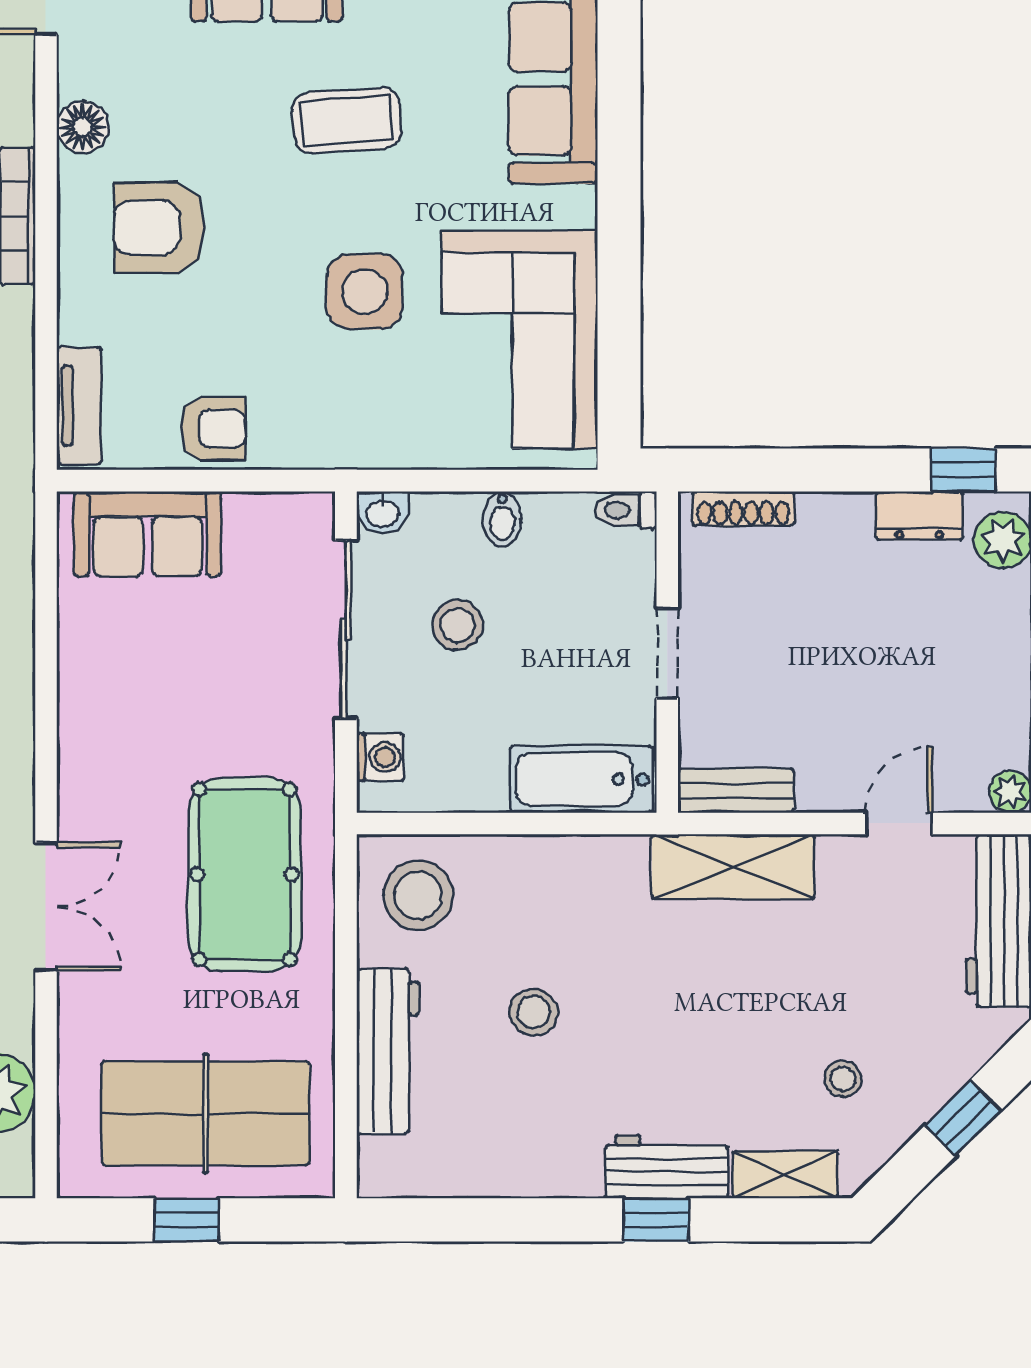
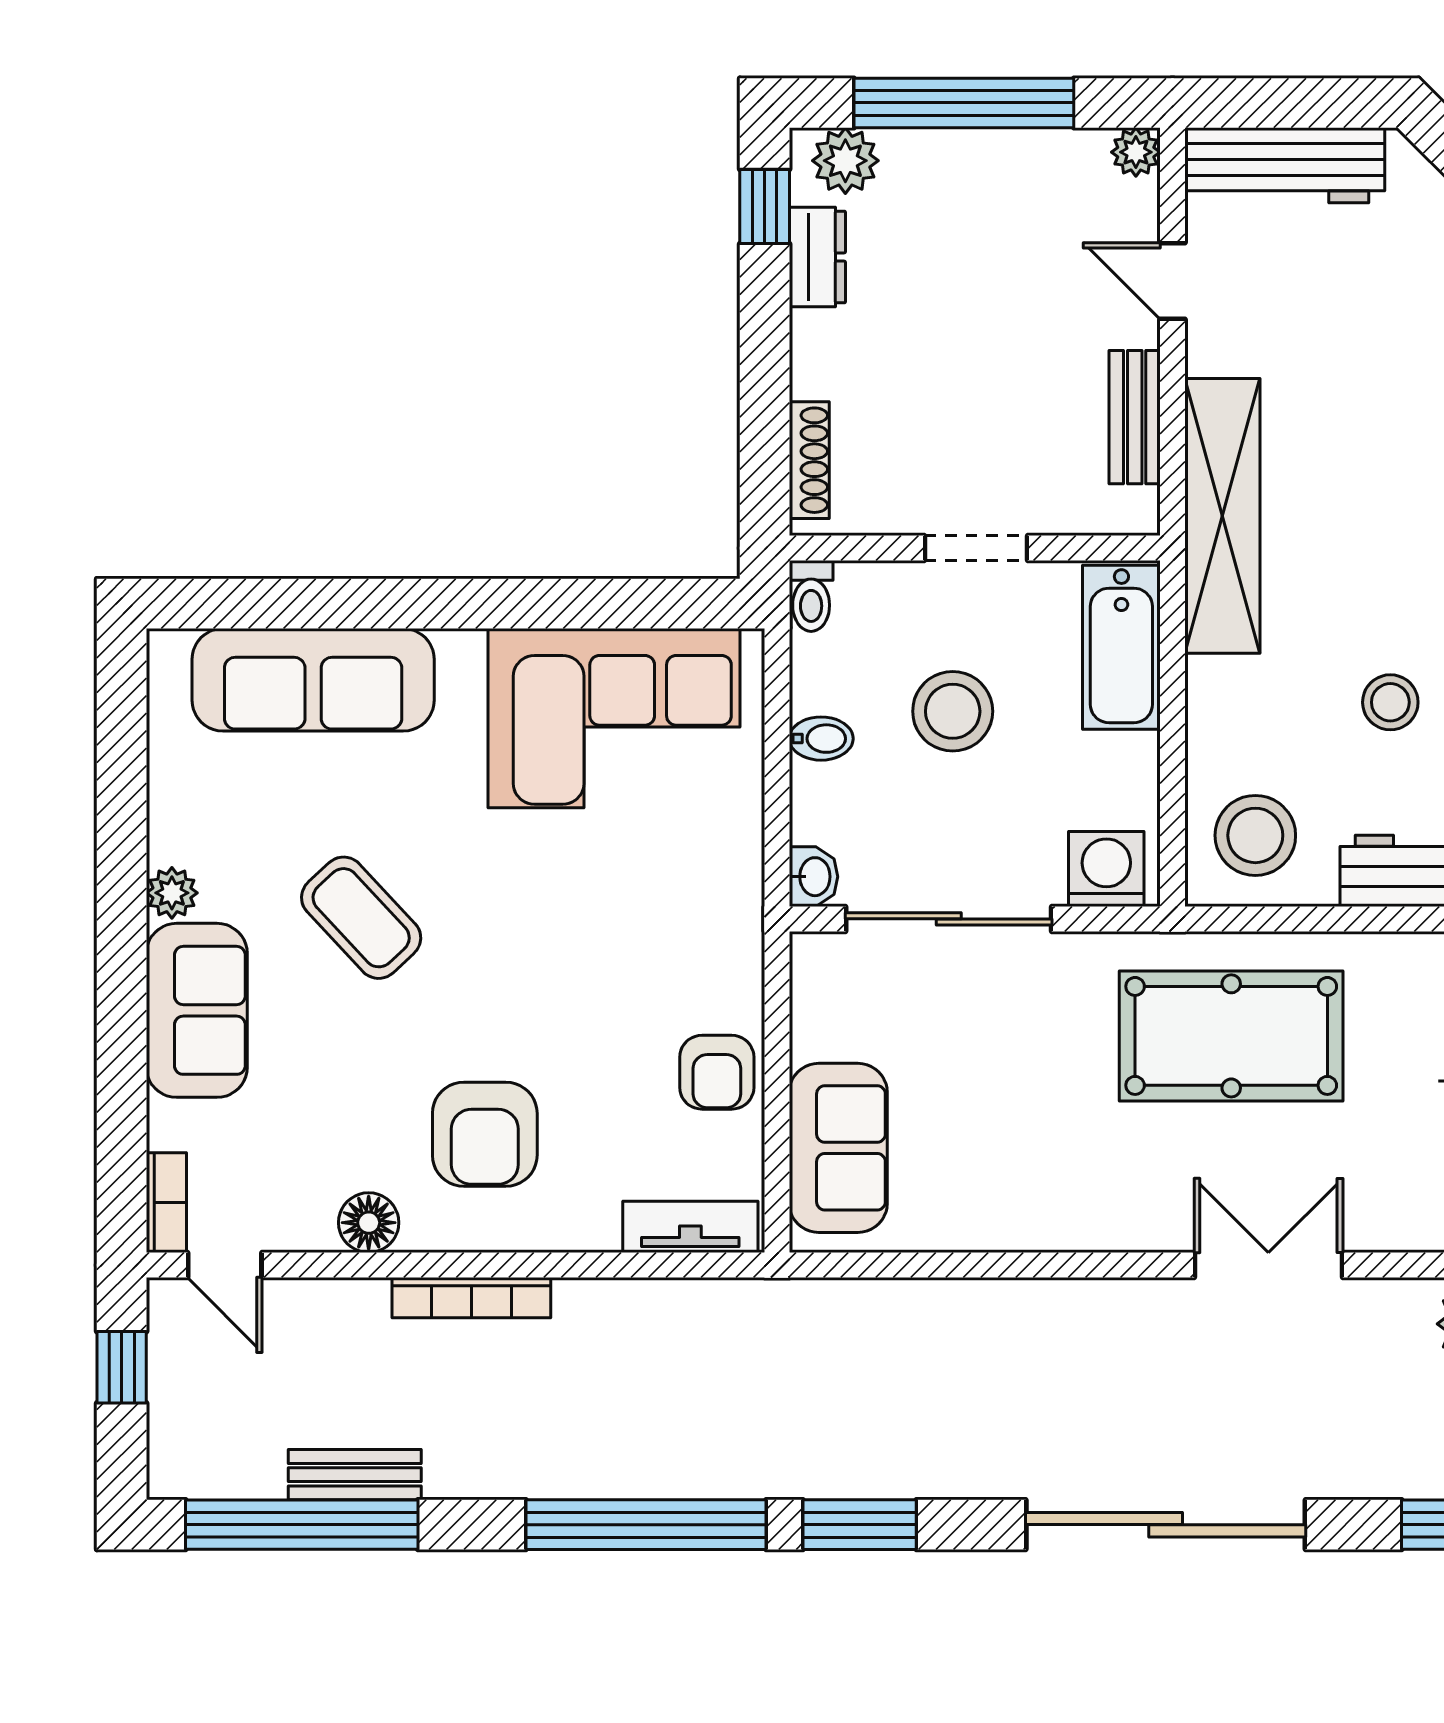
coffee table: (347, 120) -> (361, 918), turned -39
side table: (365, 292) -> (559, 897), removed
armchair: (213, 429) -> (717, 1072), turned 180
stool: (458, 625) -> (953, 711), moved, width x1.38, depth x1.38
washing machine: (380, 757) -> (1106, 869), width x1.38, depth x1.38
bench: (736, 791) -> (1135, 417), moved
shelving: (733, 867) -> (1222, 516), width x1.47

